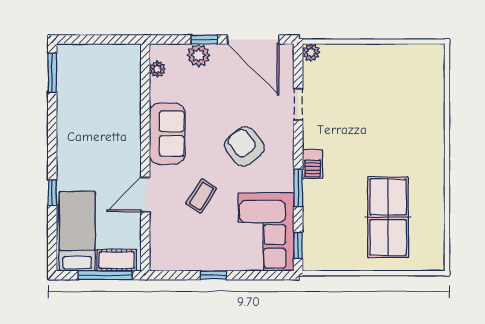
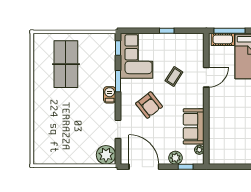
window: (204, 40) -> (186, 167), moved
plant: (311, 52) -> (106, 155), width x1.88, depth x1.88
sofa: (167, 134) -> (194, 126), moved

